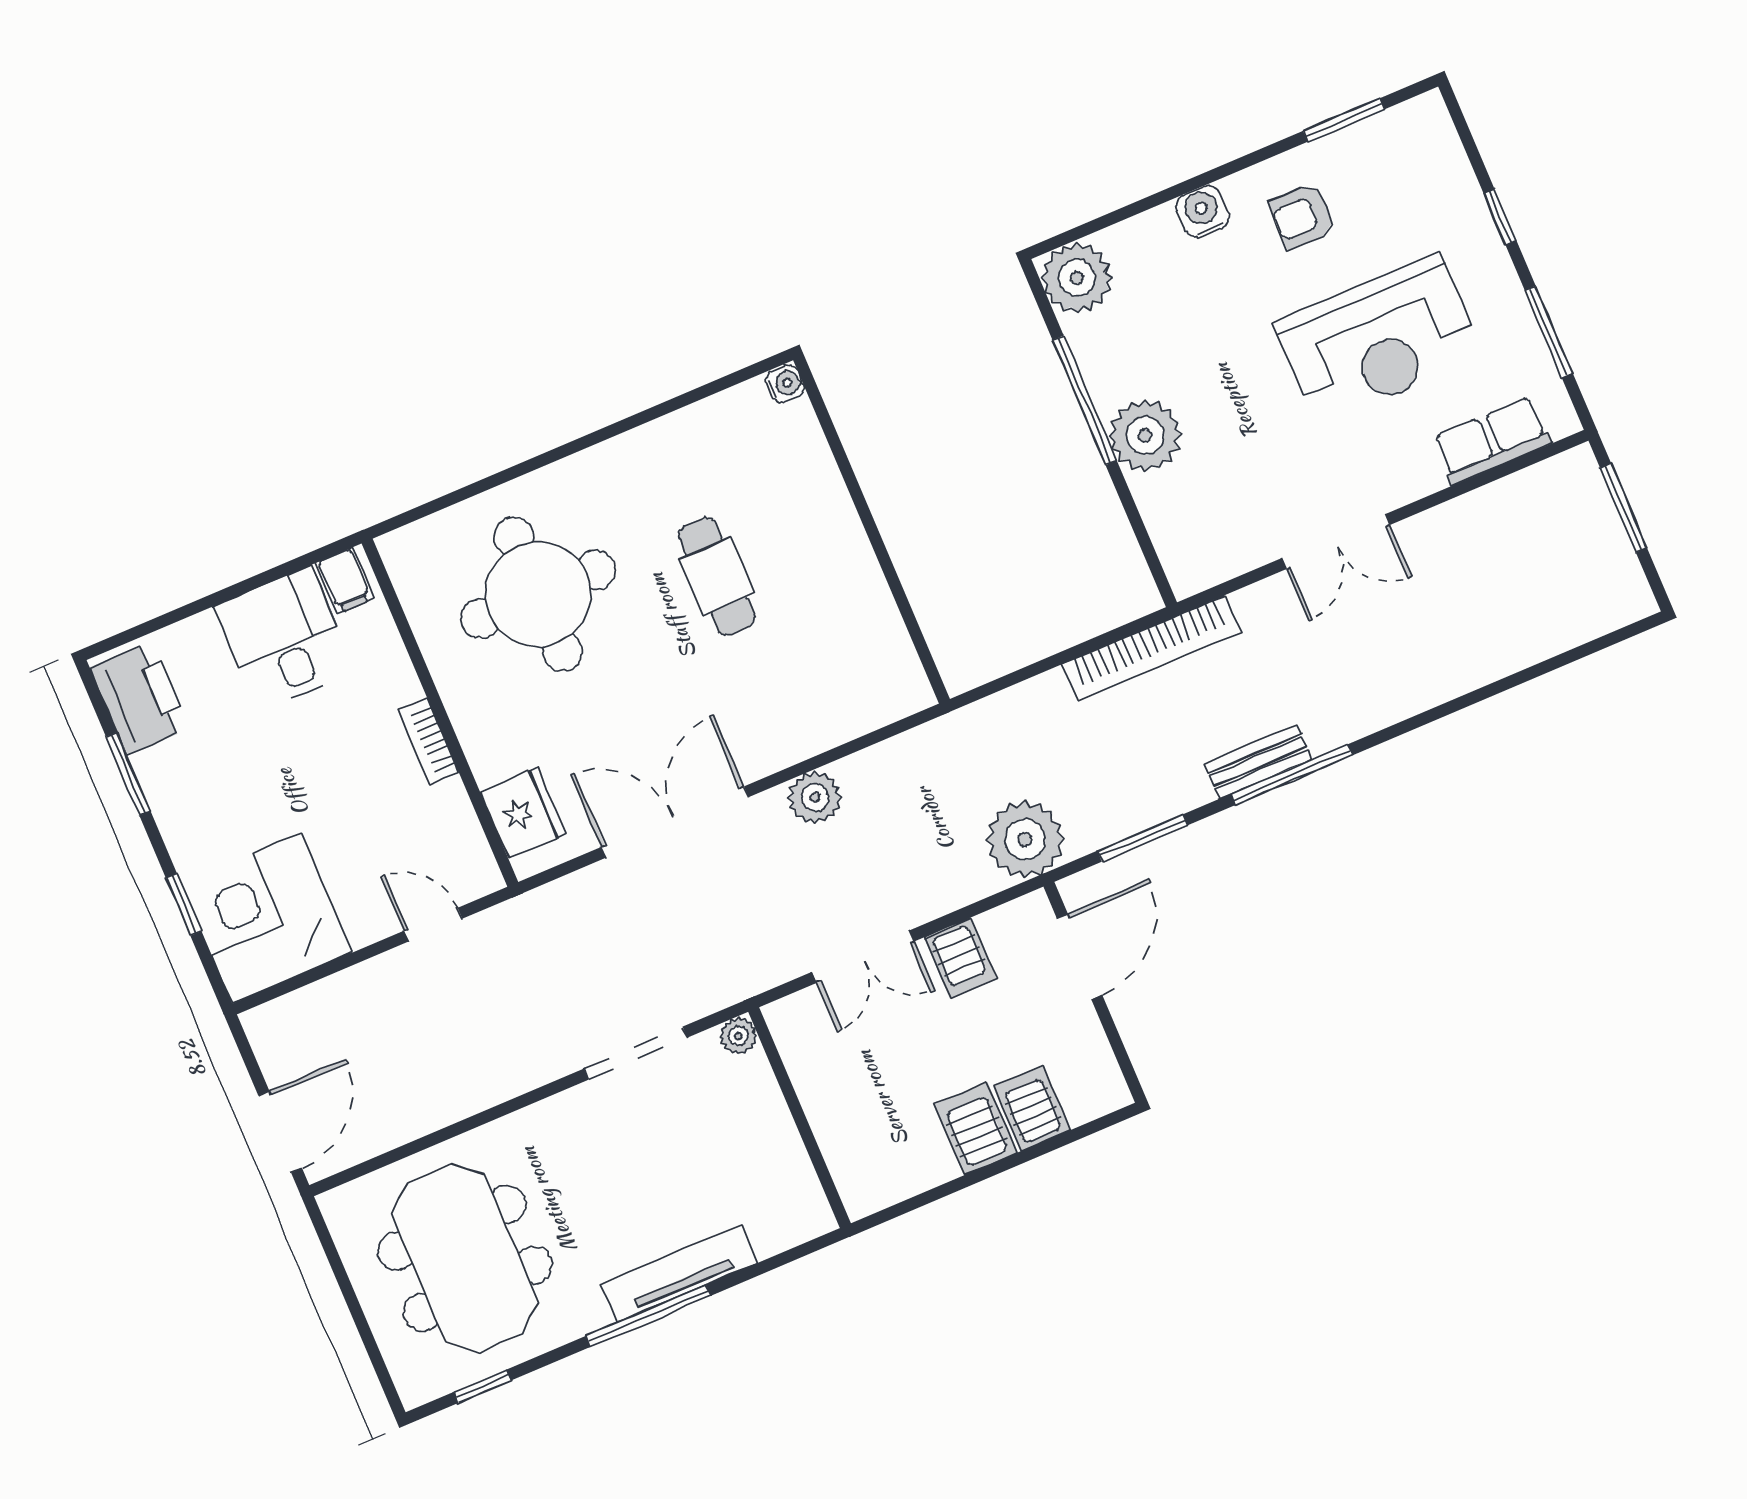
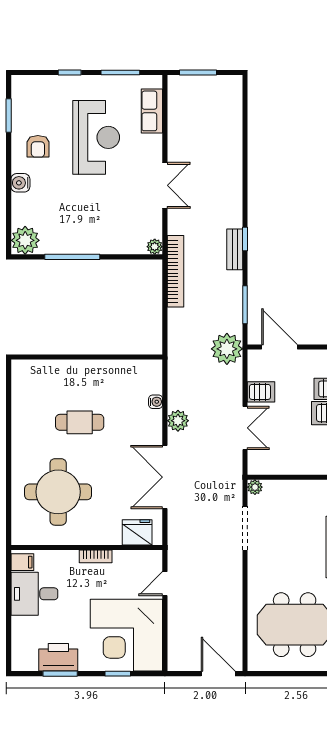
water cooler: (785, 384) -> (156, 402), moved, turned 90
plant: (1145, 435) -> (155, 247), moved, width x0.53, depth x0.53
printer: (140, 698) -> (58, 657), moved
window: (1292, 775) -> (245, 239), width x0.46
corner desk: (267, 918) -> (126, 635), width x1.36, depth x1.36

